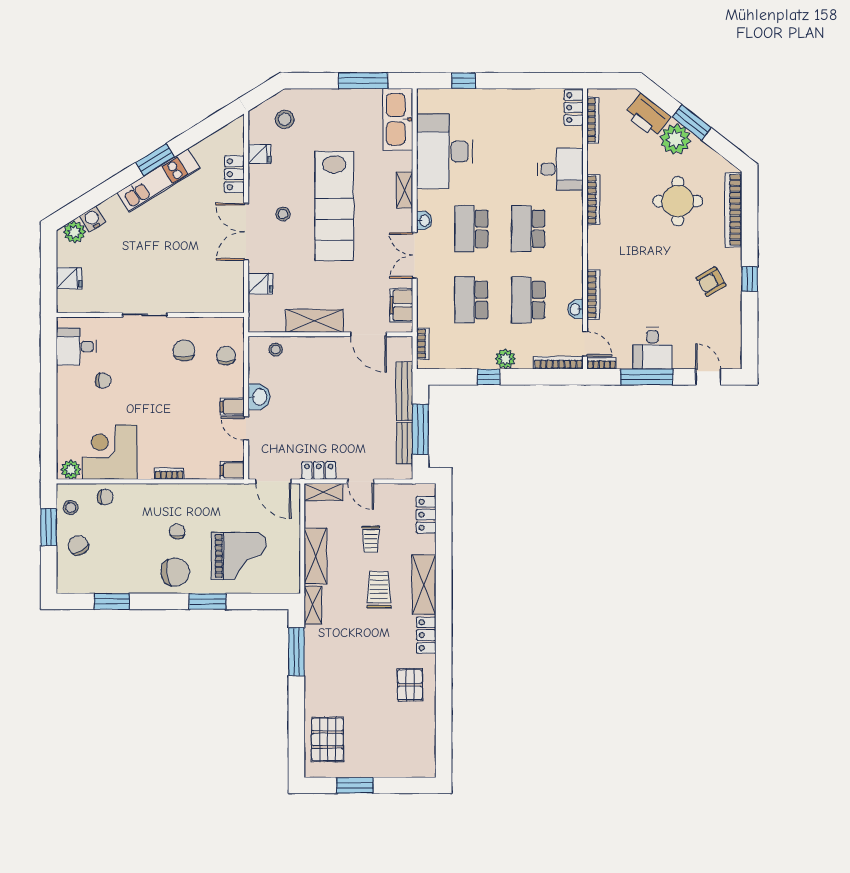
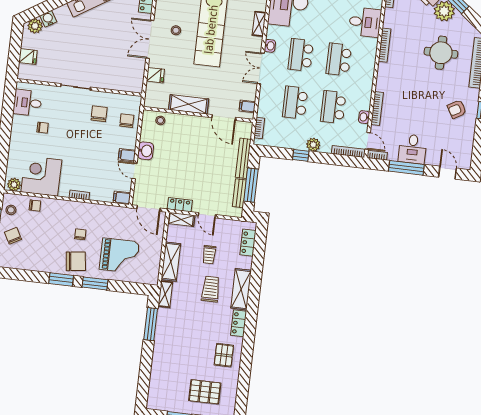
filing cabinet: (401, 305) -> (247, 106), width x0.50
window: (112, 601) -> (61, 279), moved
pallet: (327, 739) -> (205, 392), moved, turned 90

